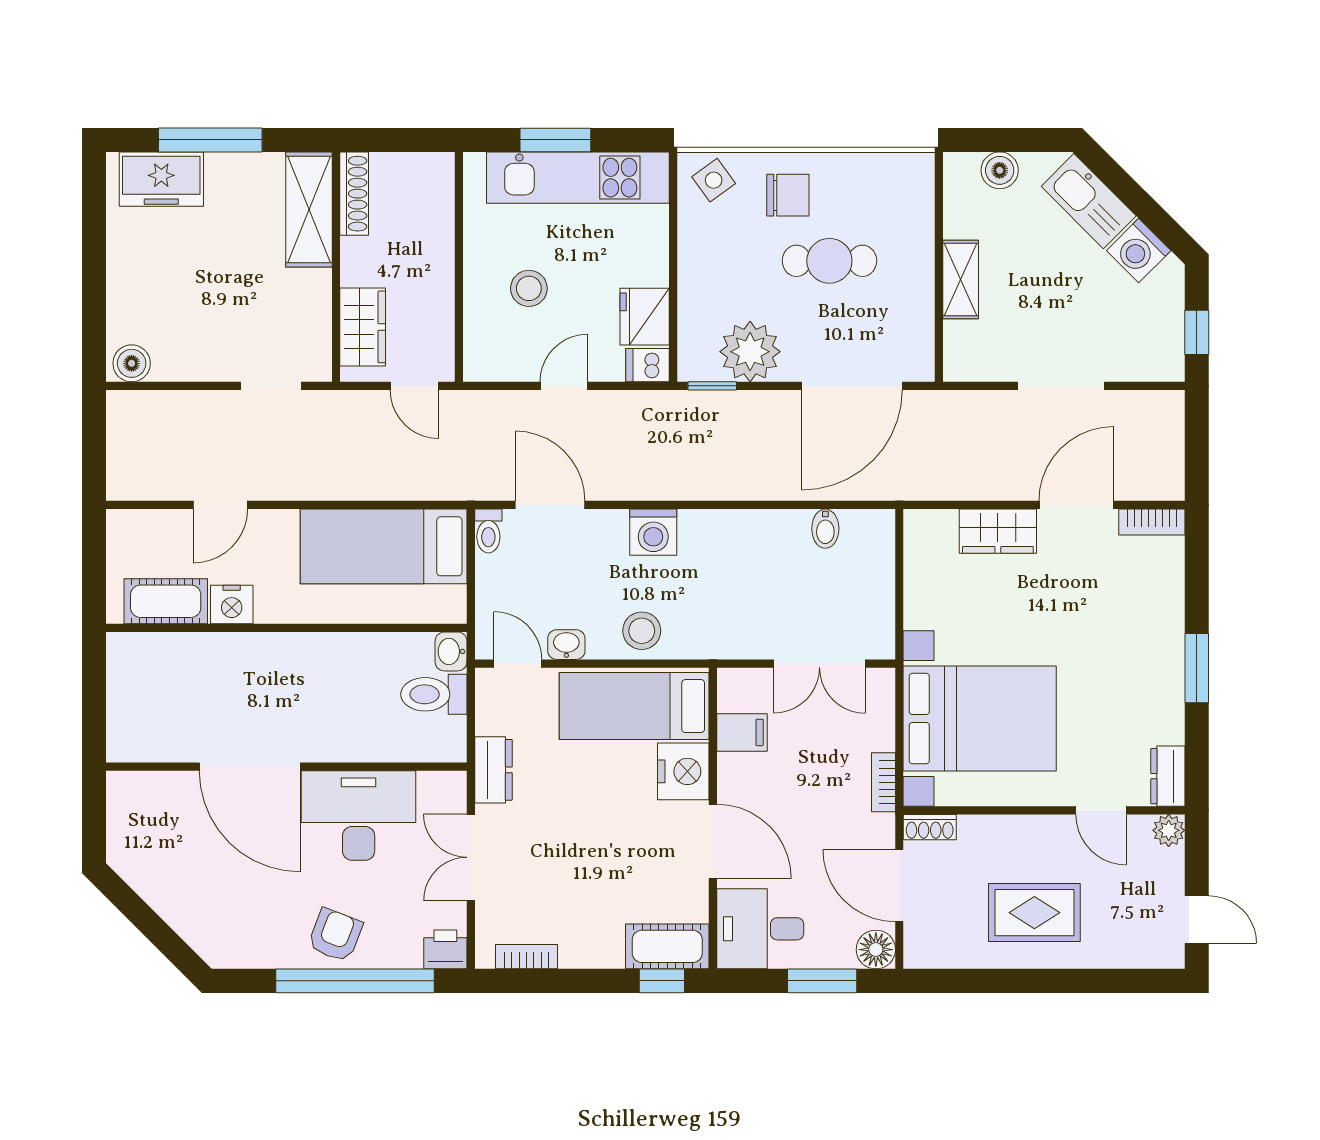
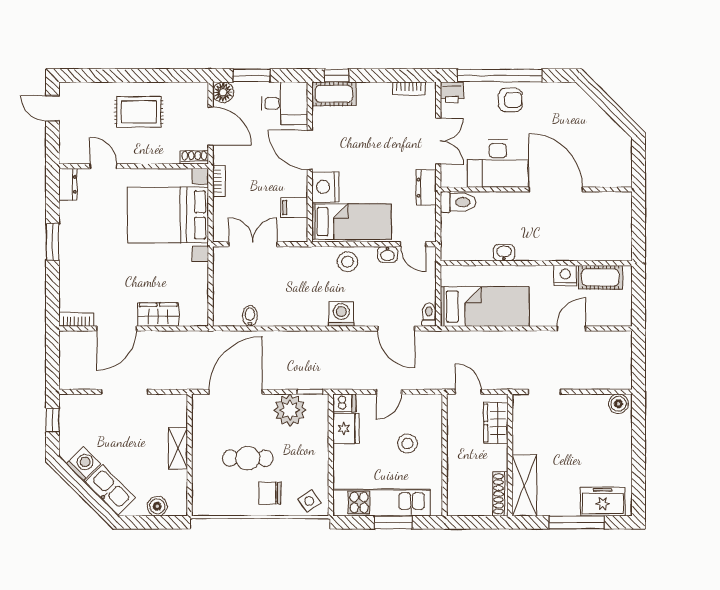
washbasin: (451, 651) -> (504, 253), moved, turned -90
toilet: (434, 694) -> (458, 202), moved
plant: (1169, 830) -> (67, 156), removed
armchair: (335, 935) -> (510, 100), turned -111

